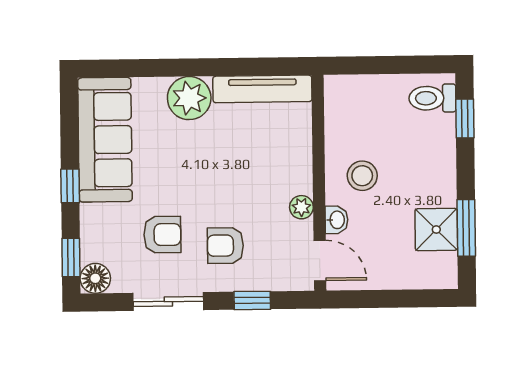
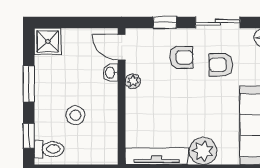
stool: (362, 176) -> (75, 115), moved
window: (466, 228) -> (29, 84), moved
shower: (436, 229) -> (48, 41), moved

